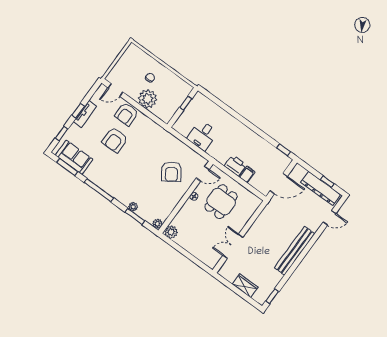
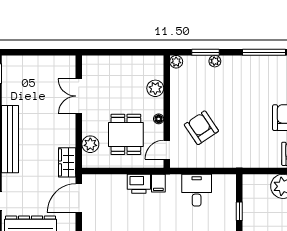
filing cabinet: (247, 174) -> (158, 183), moved
plant: (247, 212) -> (90, 144), added
plant: (171, 232) -> (155, 88), moved
double door: (233, 246) -> (79, 96), swing flipped
wardrobe: (245, 286) -> (67, 162), moved, turned 90

